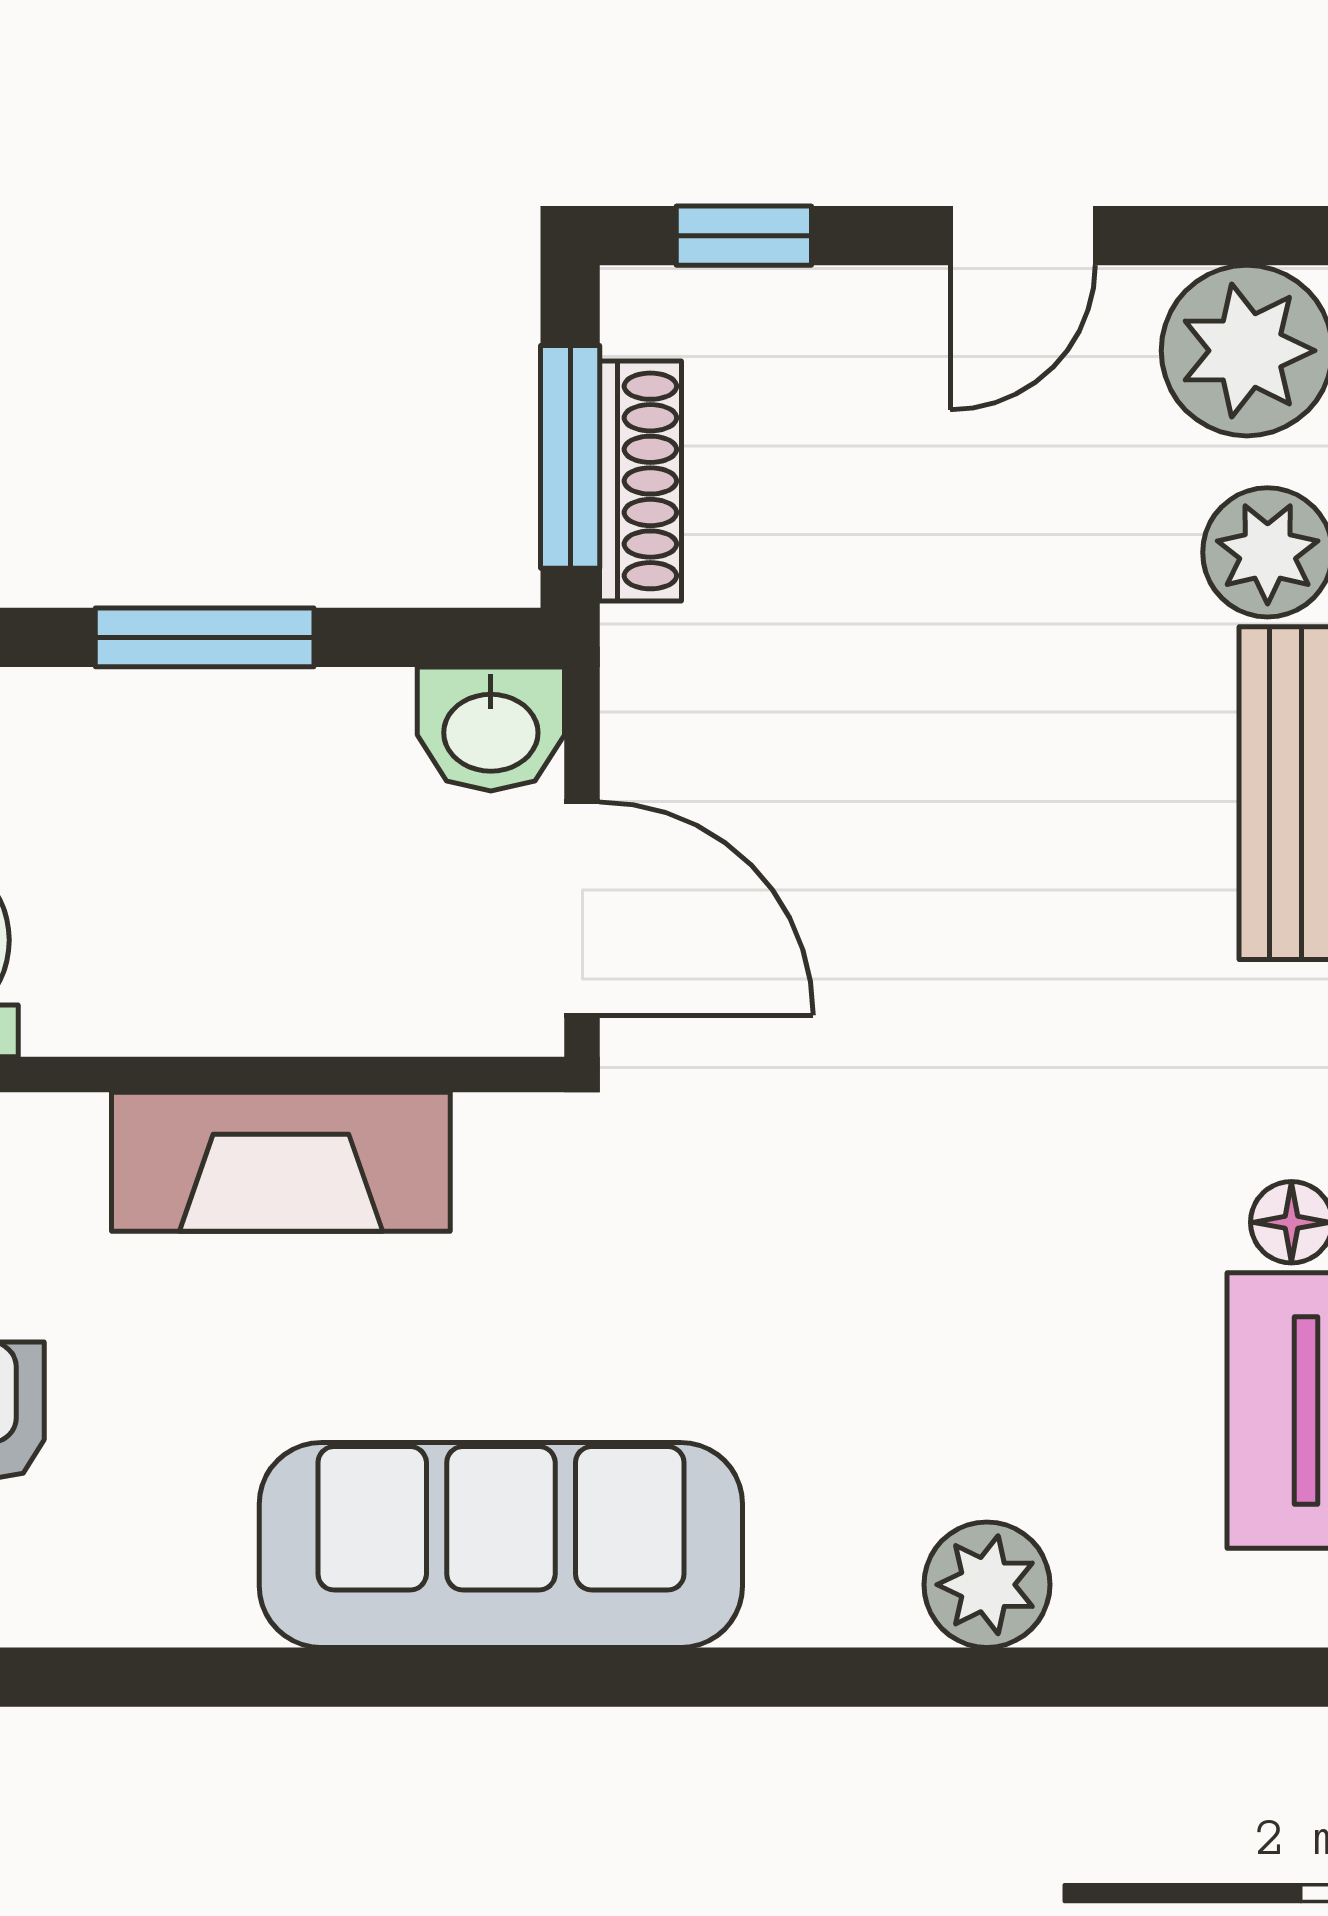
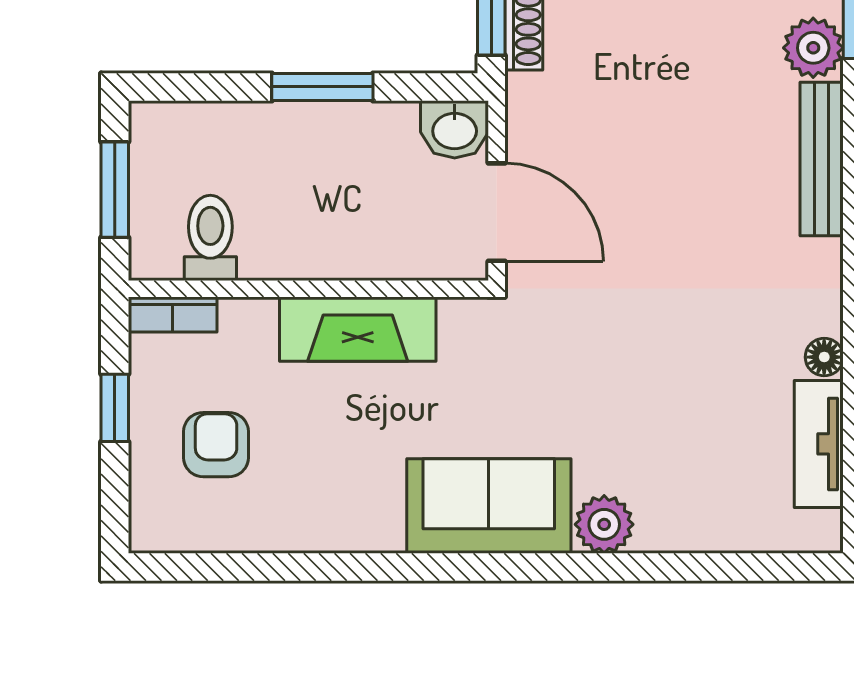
sofa: (501, 1545) -> (489, 506), width x0.73
plant: (987, 1585) -> (604, 524), moved

